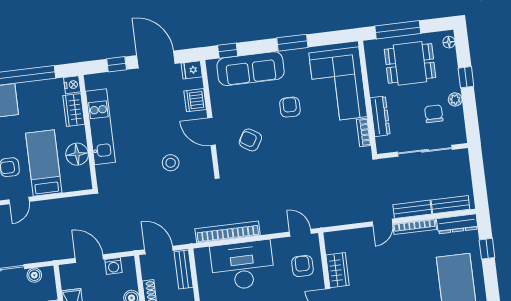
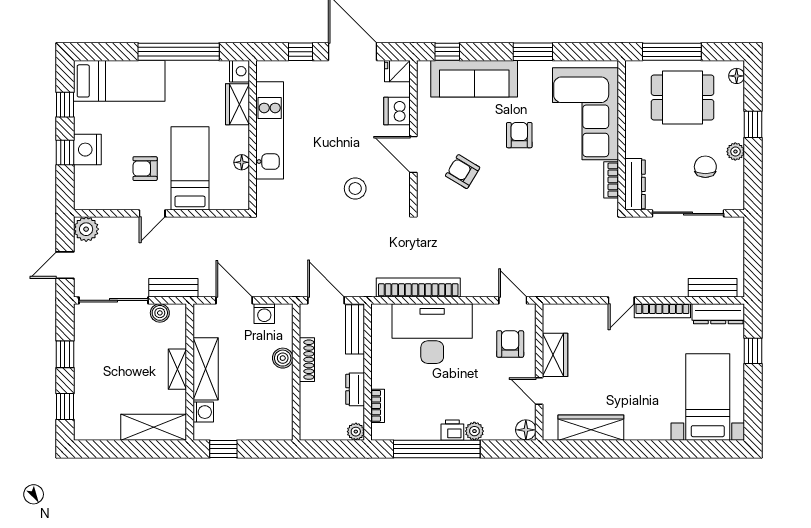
dresser: (380, 116) -> (635, 184), moved
floor lamp: (77, 154) -> (242, 162), width x0.53, depth x0.53
bench: (412, 209) -> (173, 288), moved

